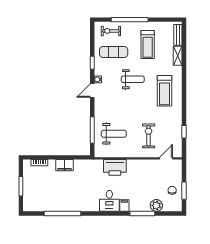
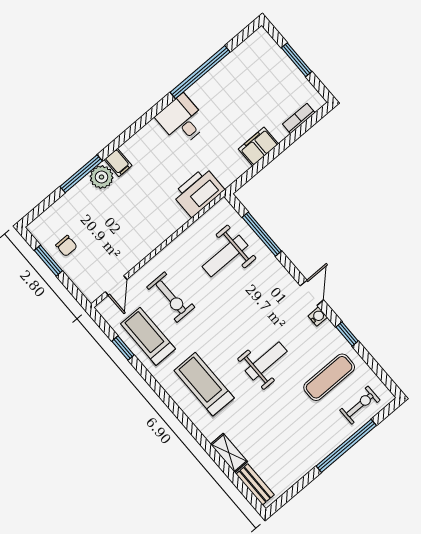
treadmill: (148, 44) -> (148, 336), moved
weight bench: (133, 79) -> (266, 361), turned 180
printer: (115, 167) -> (198, 192), moved
desk: (109, 201) -> (182, 120), moved
plant: (156, 205) -> (102, 177), moved

